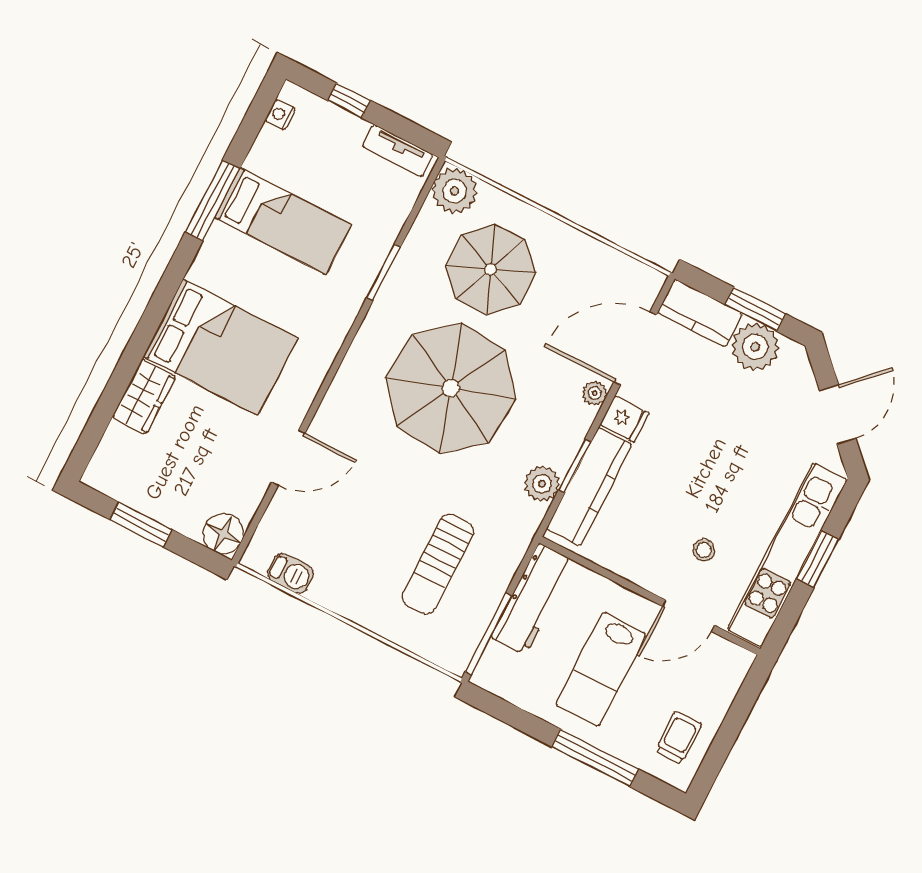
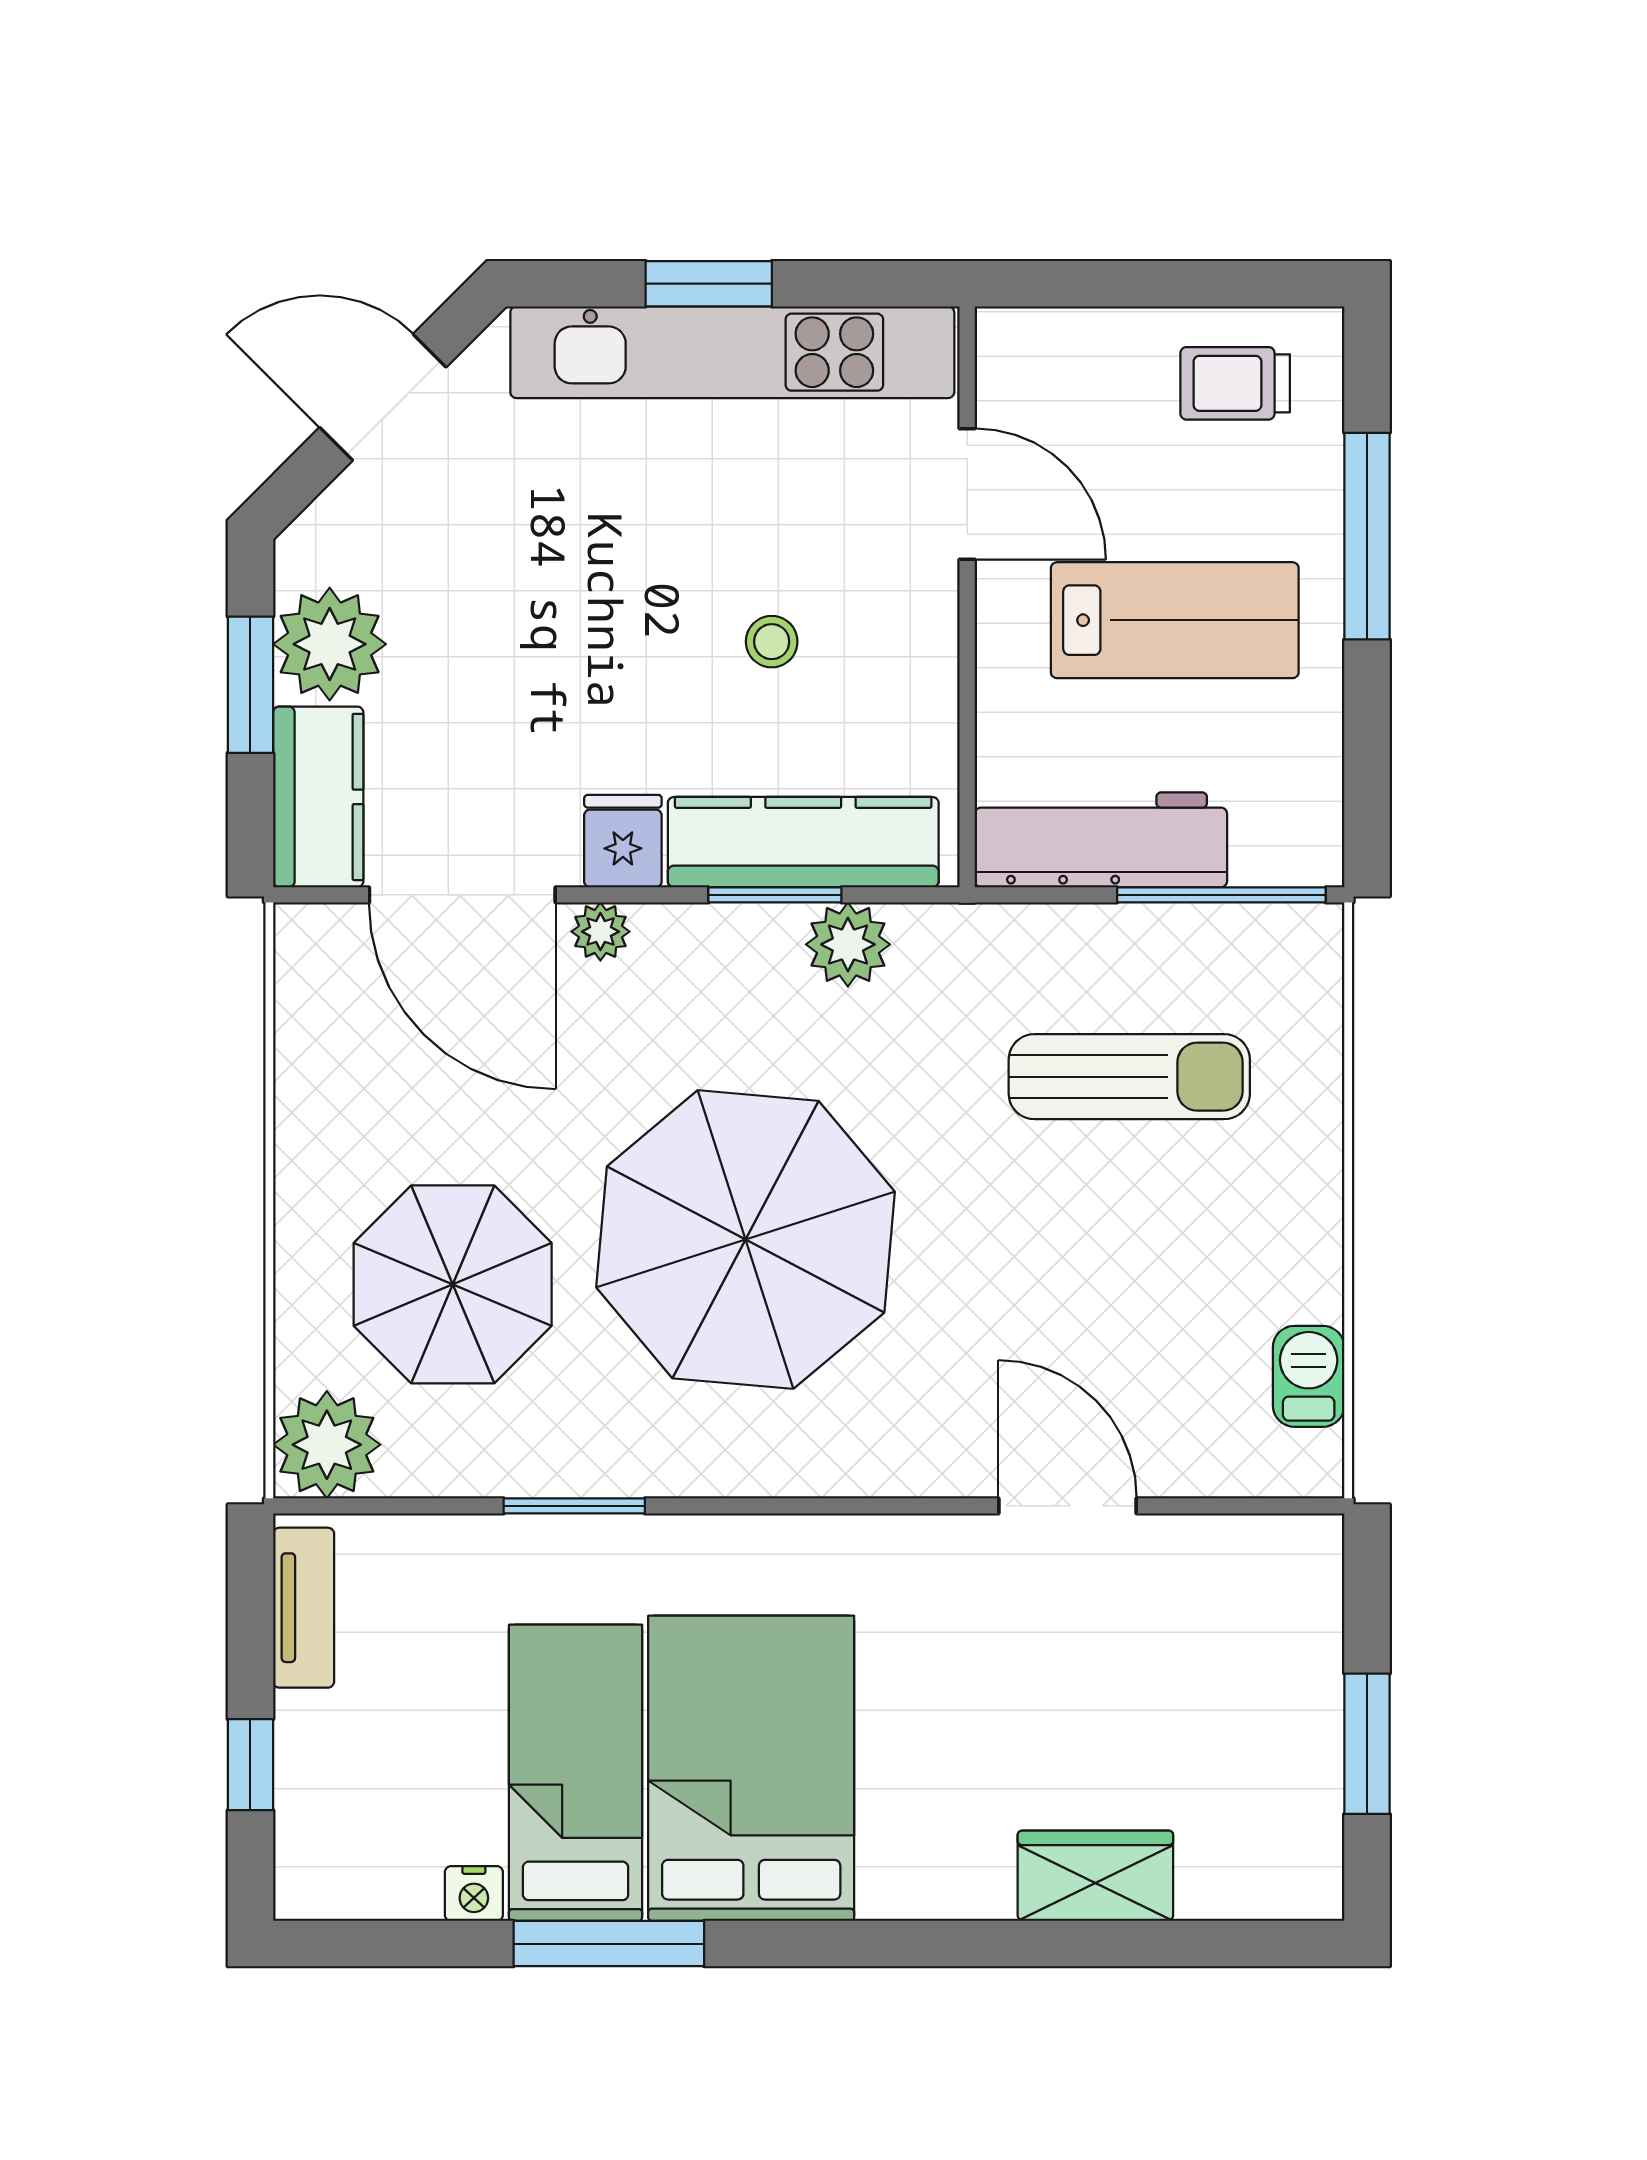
nightstand: (280, 115) -> (474, 1894), moved
bed: (220, 347) -> (751, 1768), moved
floor lamp: (223, 534) -> (1297, 1561), removed
stool: (704, 550) -> (772, 642), moved

